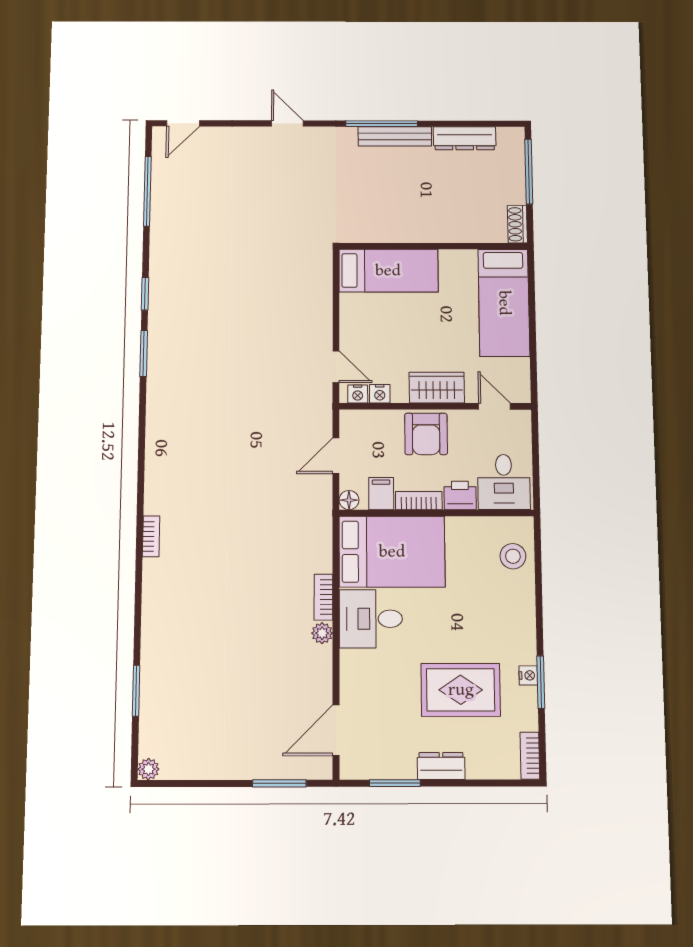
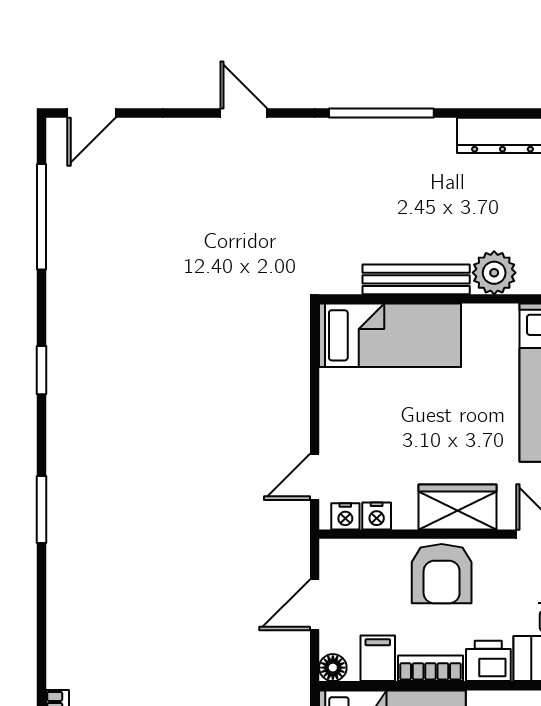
bench: (395, 136) -> (416, 279), moved
plant: (460, 229) -> (494, 273), added
window: (144, 353) -> (41, 509), moved
door: (336, 367) -> (315, 477), swing flipped

